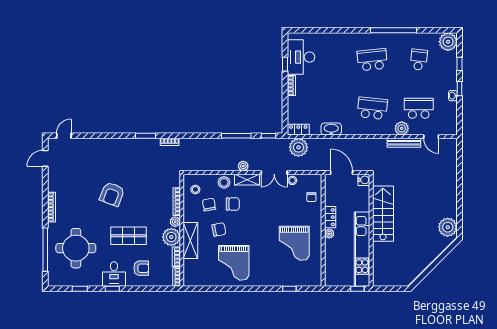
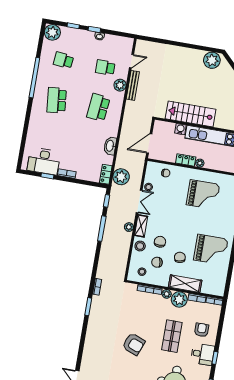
school desk: (419, 108) -> (105, 67), width x0.54
water cooler: (364, 180) -> (180, 129), moved

